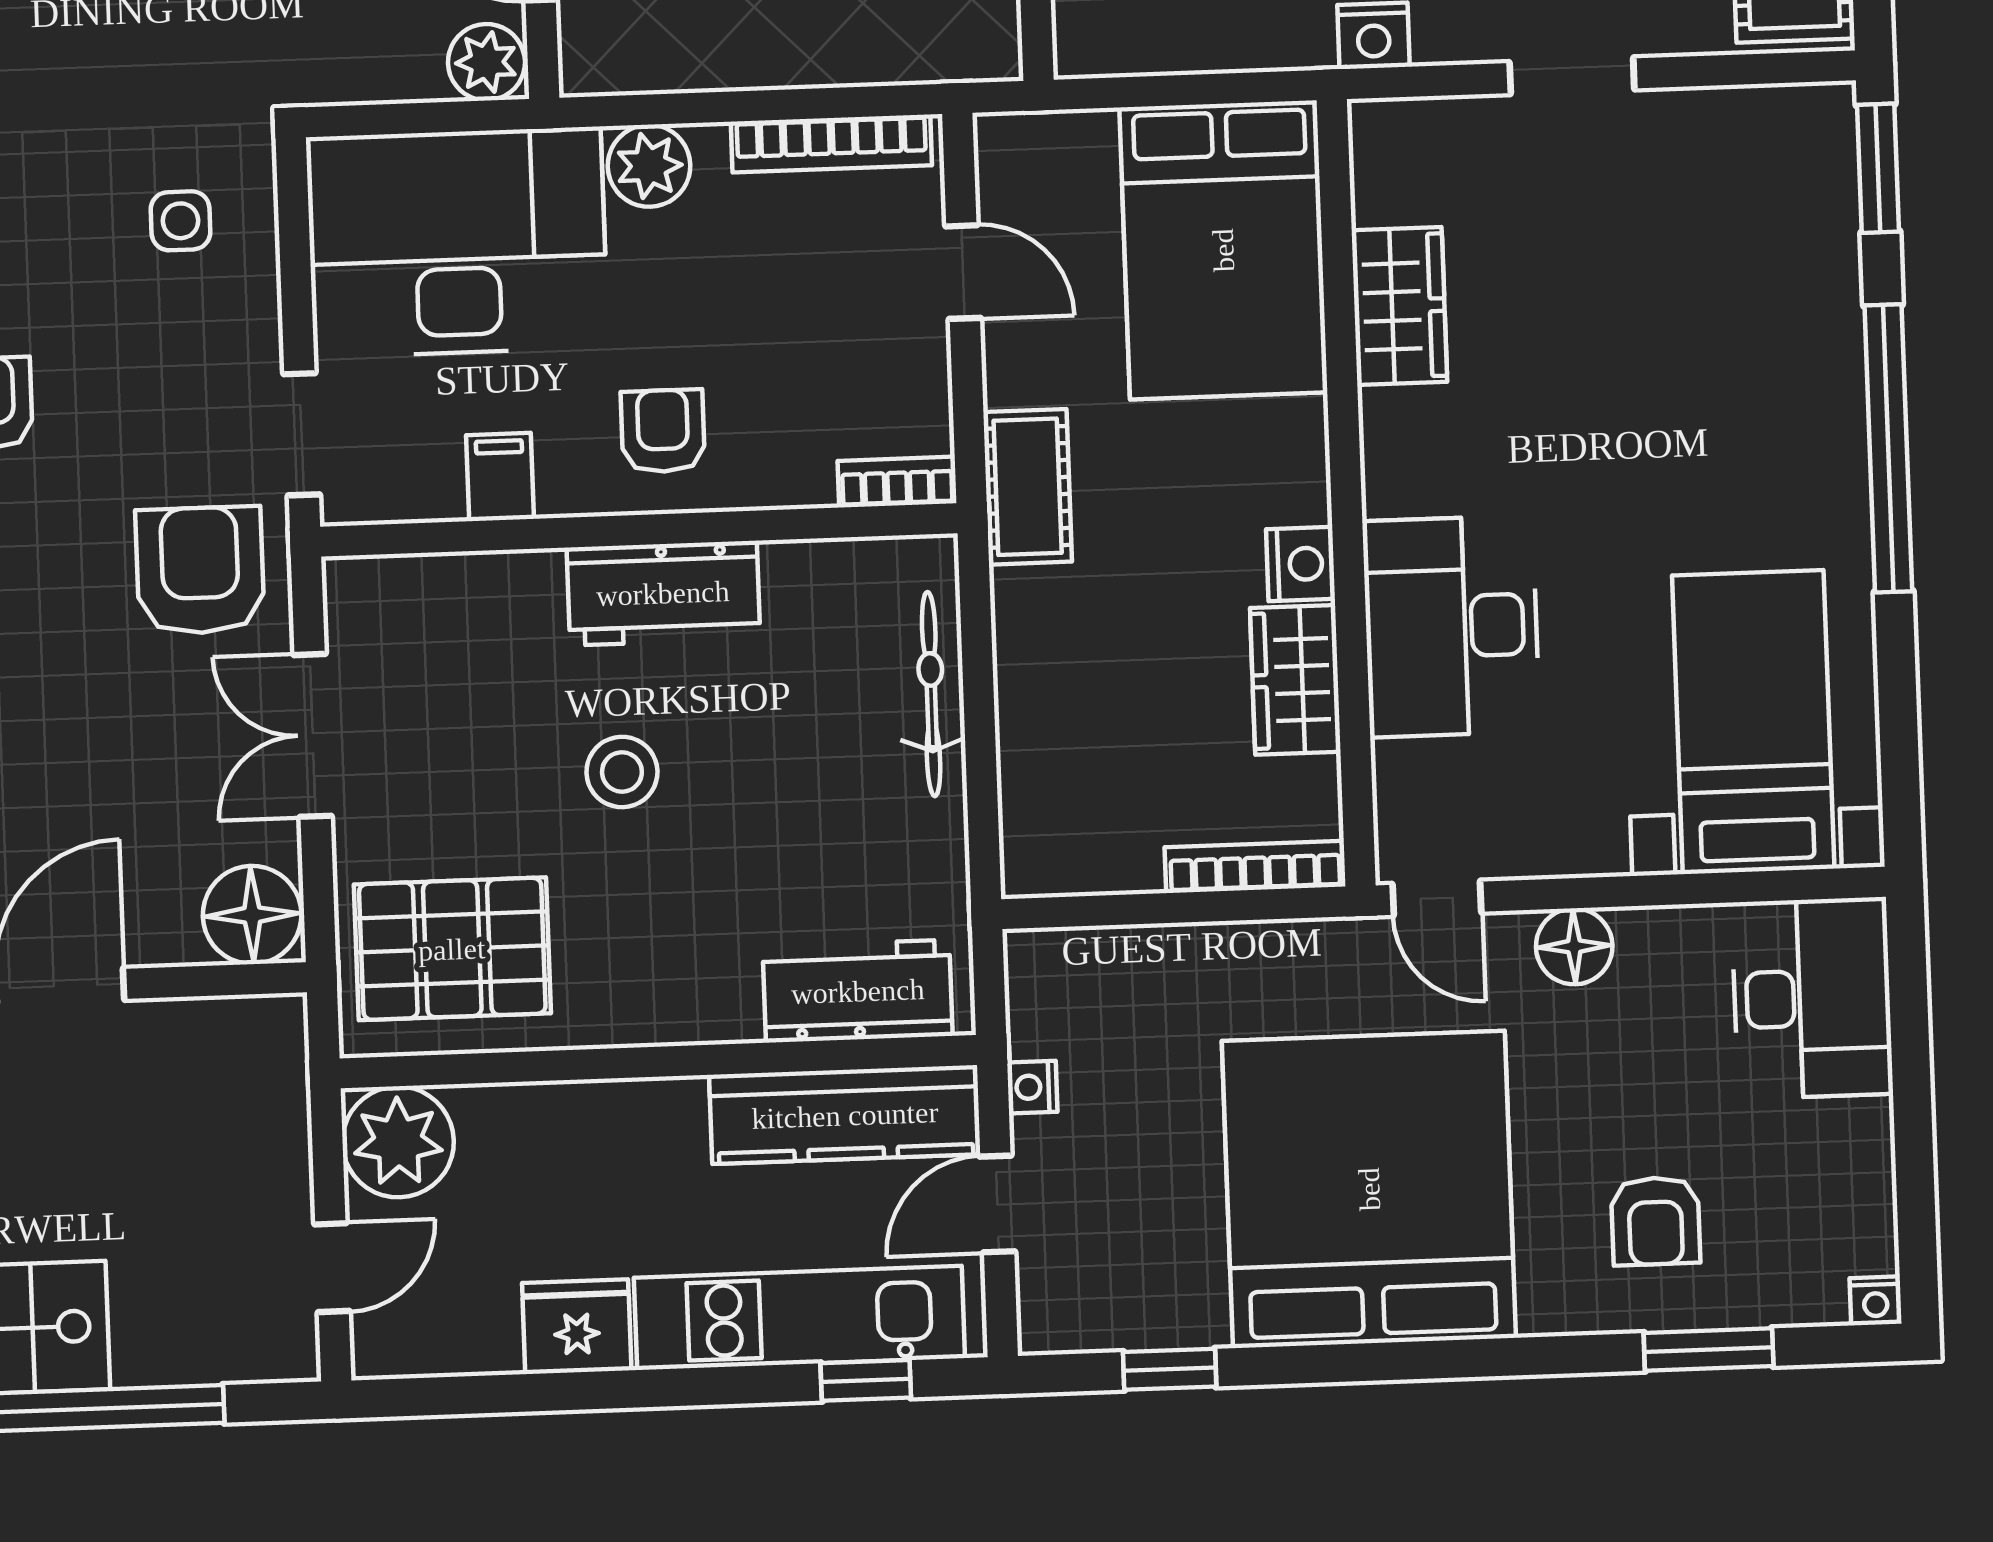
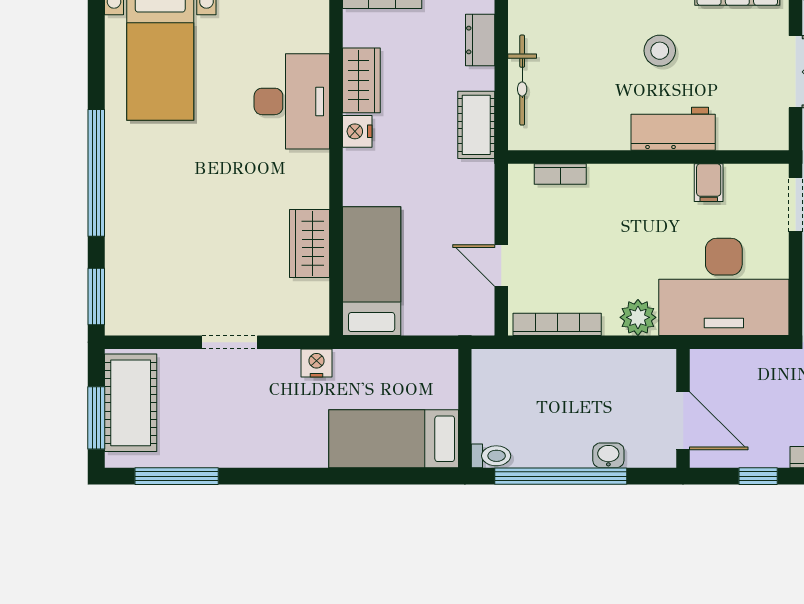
plant: (486, 62) -> (708, 366), removed
bed: (1223, 250) -> (372, 271), width x0.67
armchair: (663, 431) -> (636, 200), removed
bookcase: (897, 482) -> (560, 174), moved
cot: (1028, 487) -> (476, 125), moved
workbench: (663, 593) -> (673, 129), moved
dresser: (1030, 781) -> (480, 40), added

